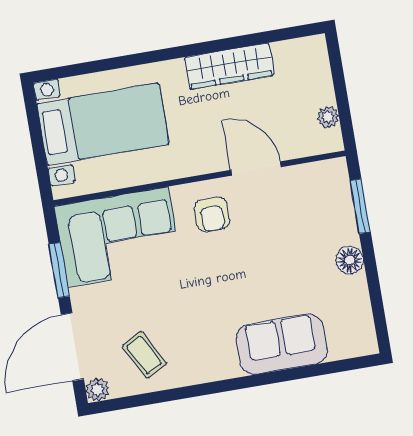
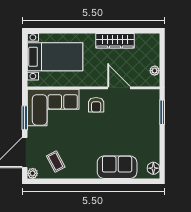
floor lamp: (350, 260) -> (153, 168), moved

